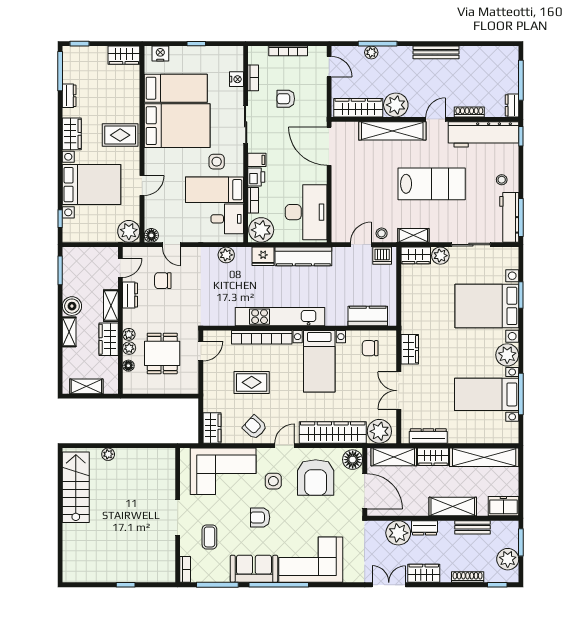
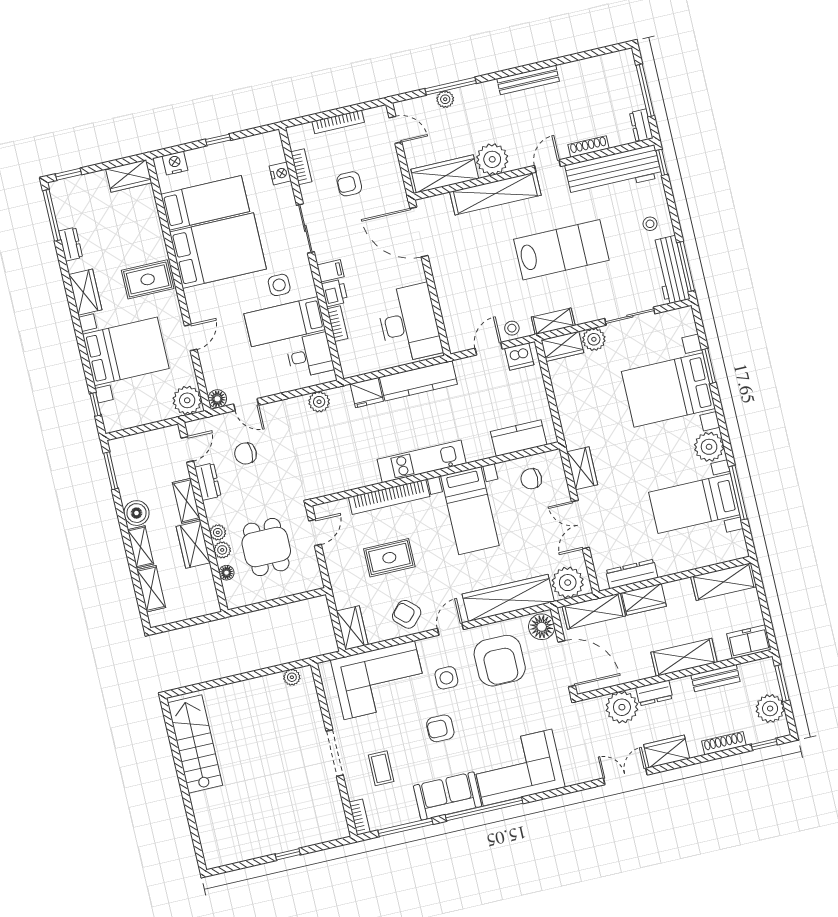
plant: (261, 230) -> (357, 359), removed
kitchen unit: (280, 317) -> (422, 461), width x0.73
shelving: (86, 386) -> (151, 589), moved, turned 90
plant: (108, 454) -> (292, 677), moved
shelving: (484, 457) -> (724, 582), width x0.68

